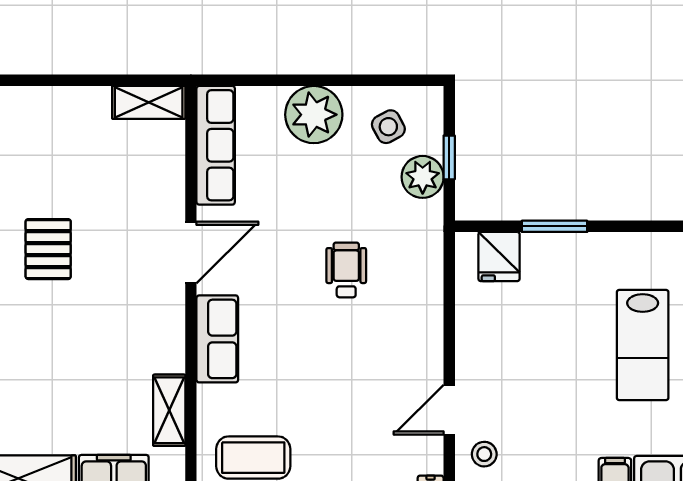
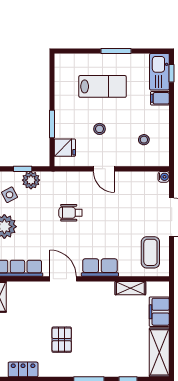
pallet: (48, 249) -> (62, 340), turned 90
stool: (543, 338) -> (100, 129), added
door: (449, 410) -> (104, 169), moved
stool: (484, 454) -> (144, 140), moved

